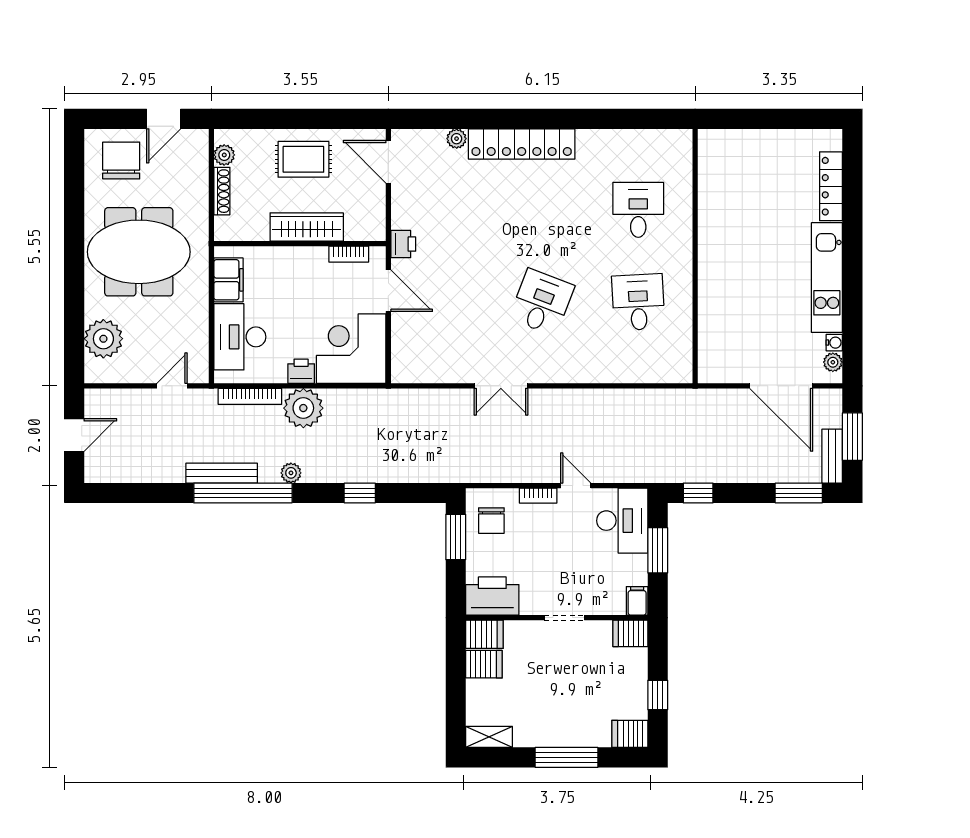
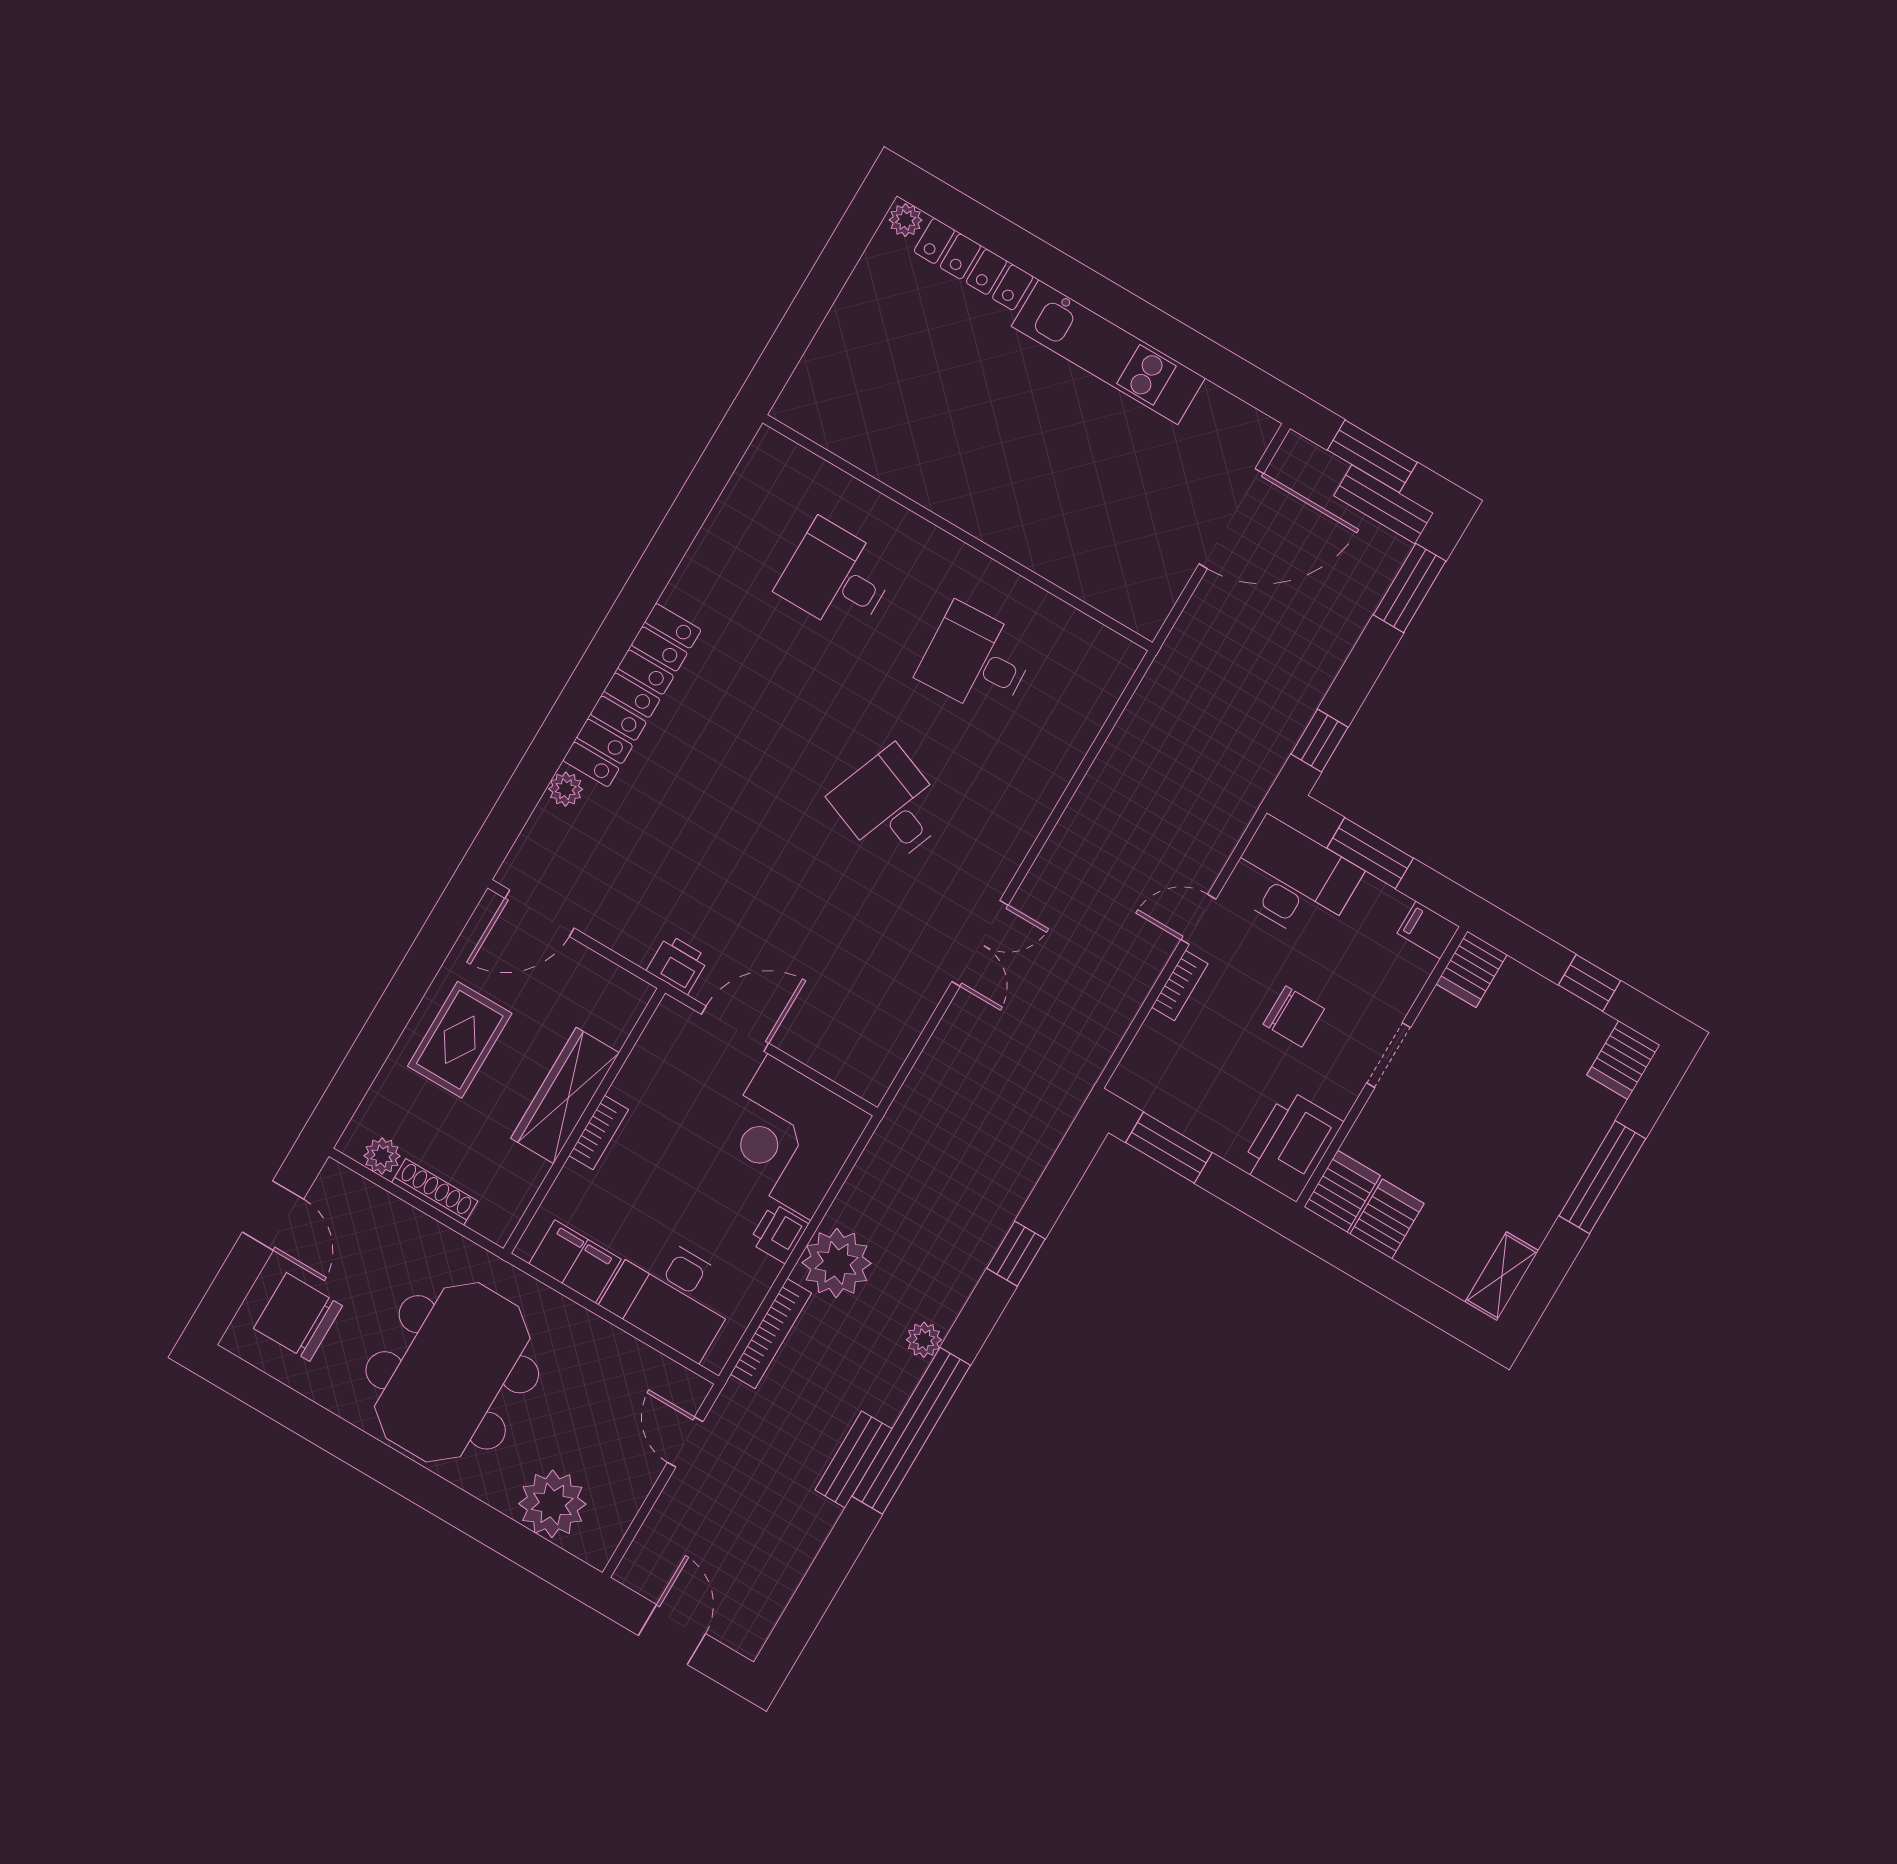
bookcase: (349, 254) -> (599, 1133), moved
water cooler: (834, 343) -> (1213, 399), removed
plant: (833, 362) -> (906, 220), moved
bench: (222, 473) -> (853, 1459), width x0.73
chair: (491, 521) -> (1294, 1016), moved

